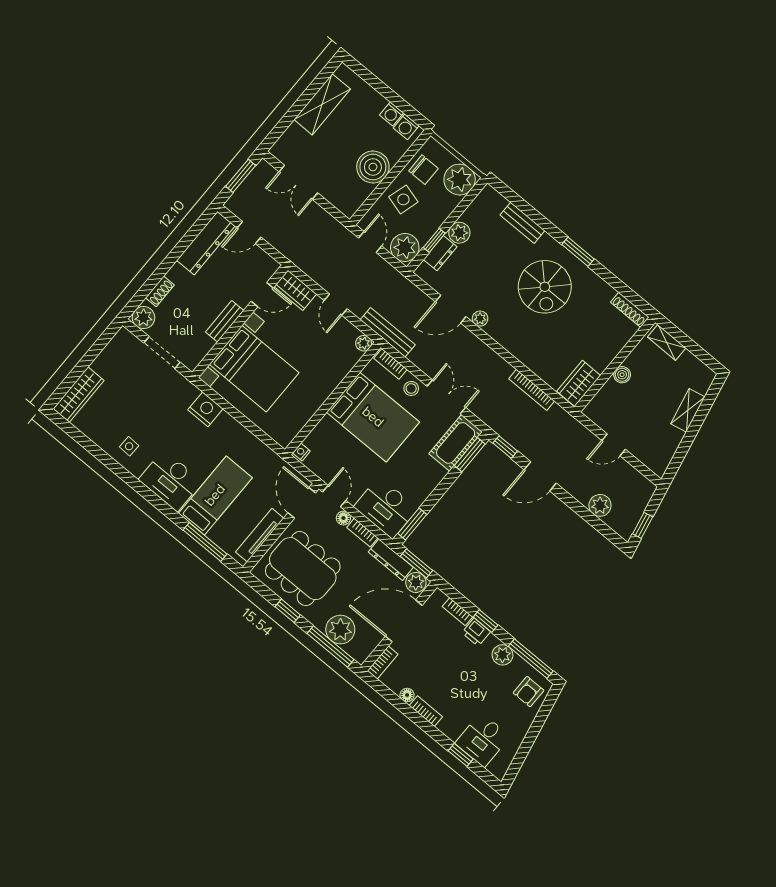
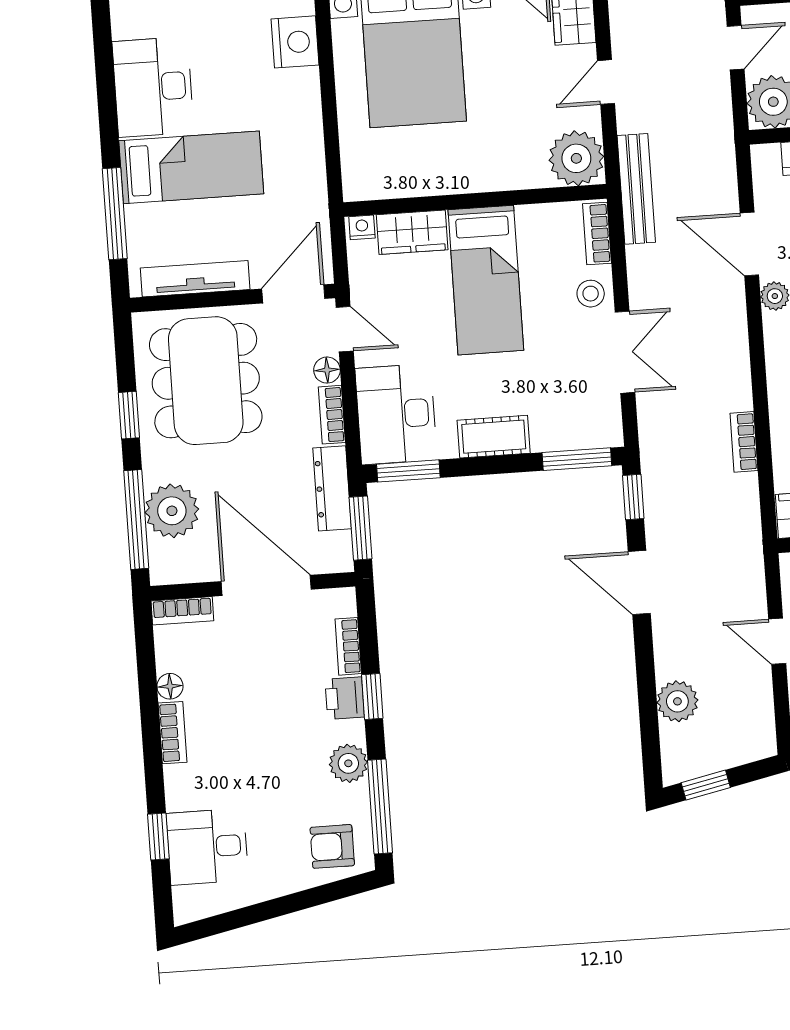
plant: (364, 343) -> (576, 158), width x1.87, depth x1.87
bookcase: (532, 390) -> (744, 442), width x0.64
bed: (373, 417) -> (486, 280), width x0.67
wardrobe: (322, 434) -> (412, 232), added
cot: (456, 443) -> (494, 437), moved, width x0.73, depth x0.75
door: (334, 496) -> (345, 329), hinge flipped
plant: (416, 582) -> (334, 552), removed

